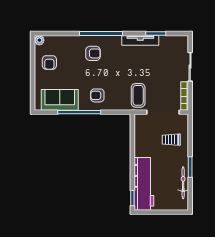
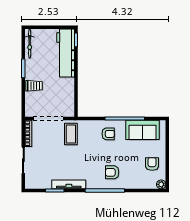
trolley: (171, 140) -> (34, 86), moved
bicycle: (183, 183) -> (30, 44), moved

